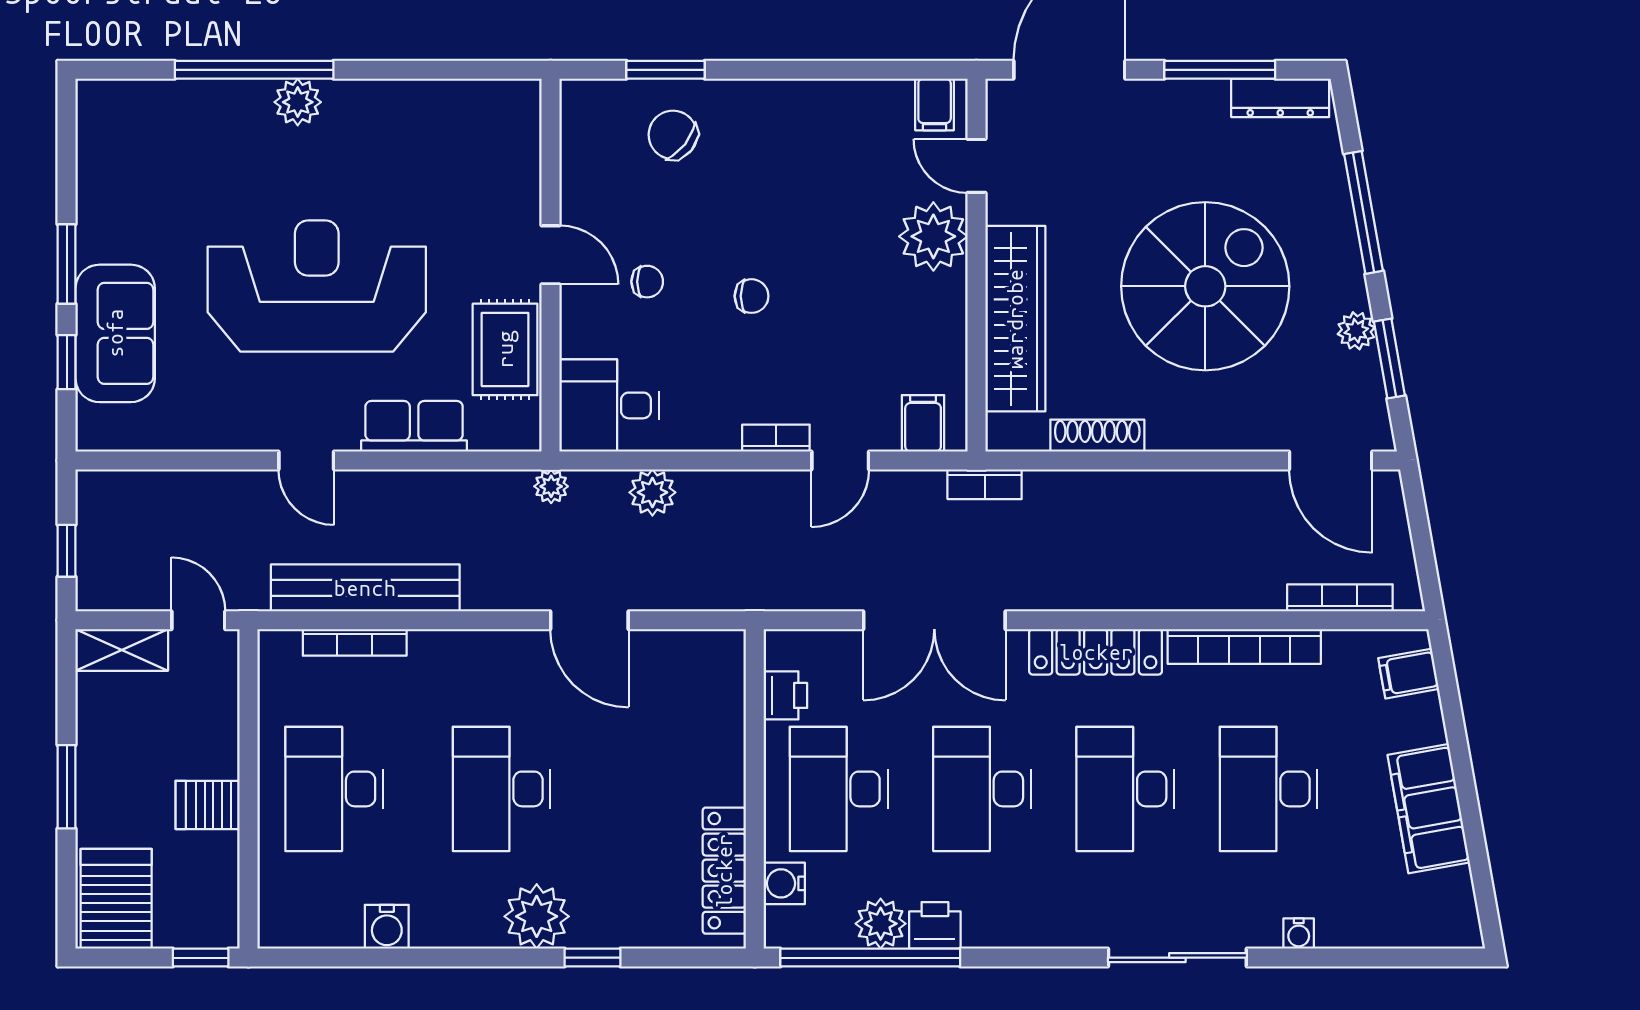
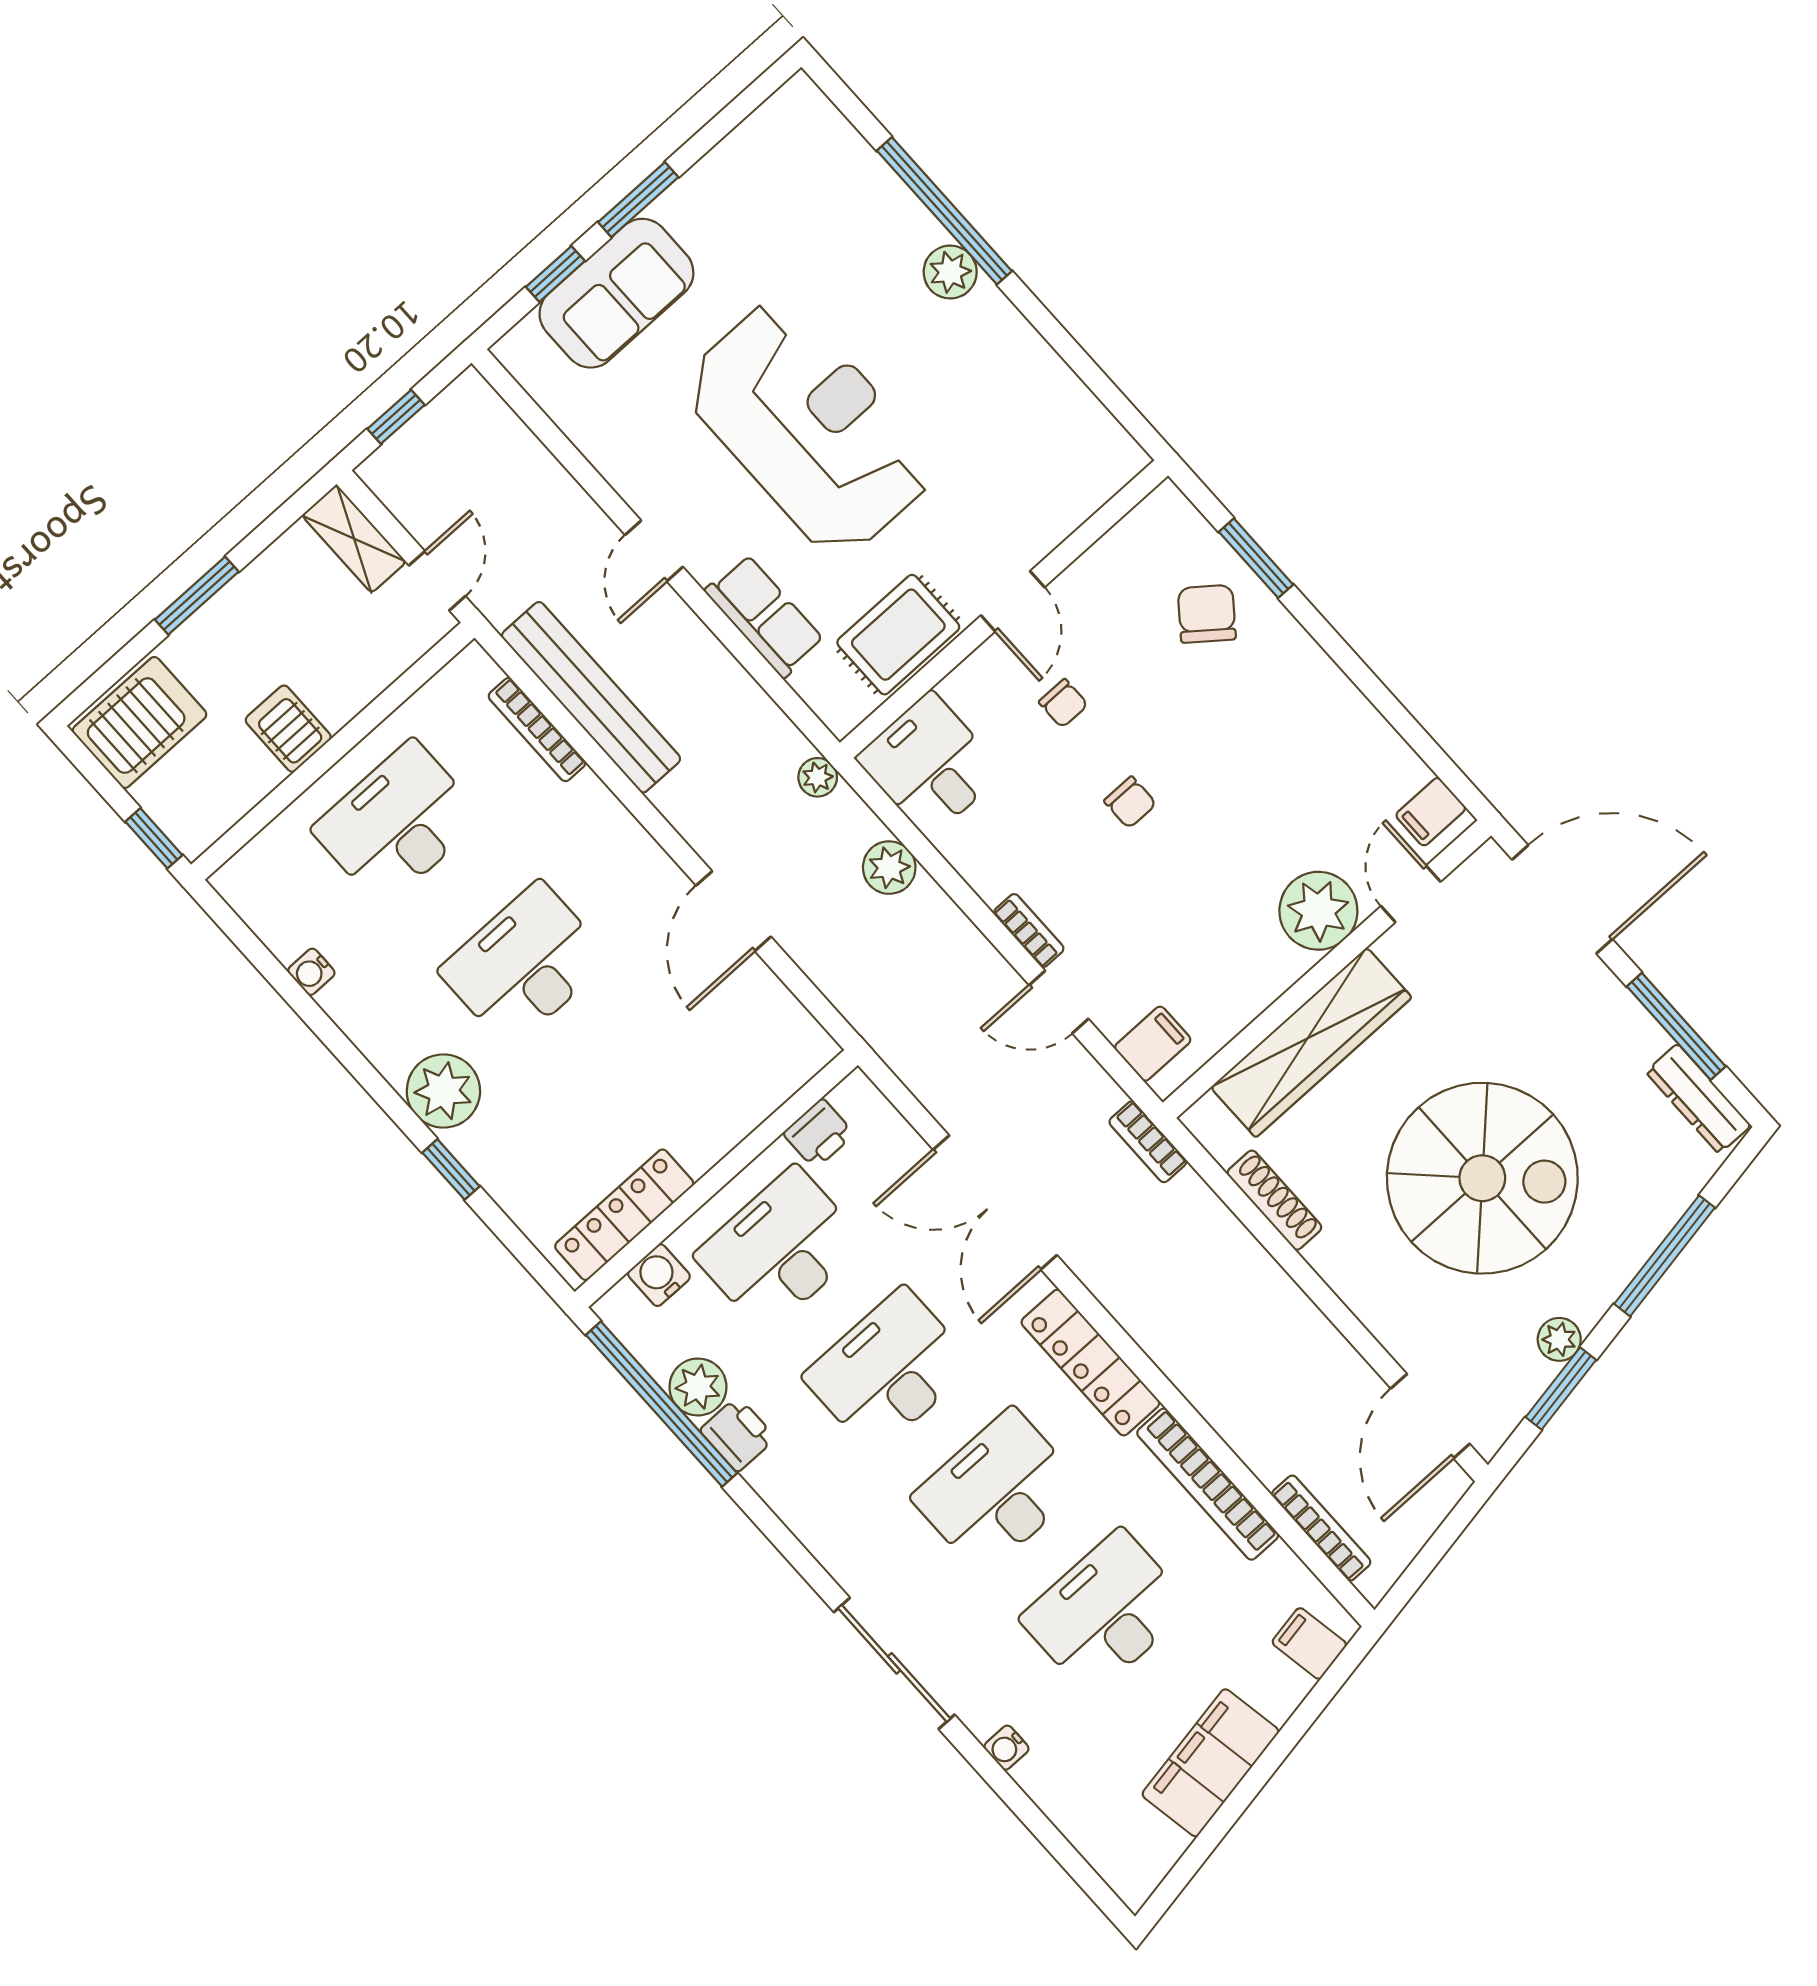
water cooler: (387, 927) -> (311, 972), width x0.72, depth x0.72

